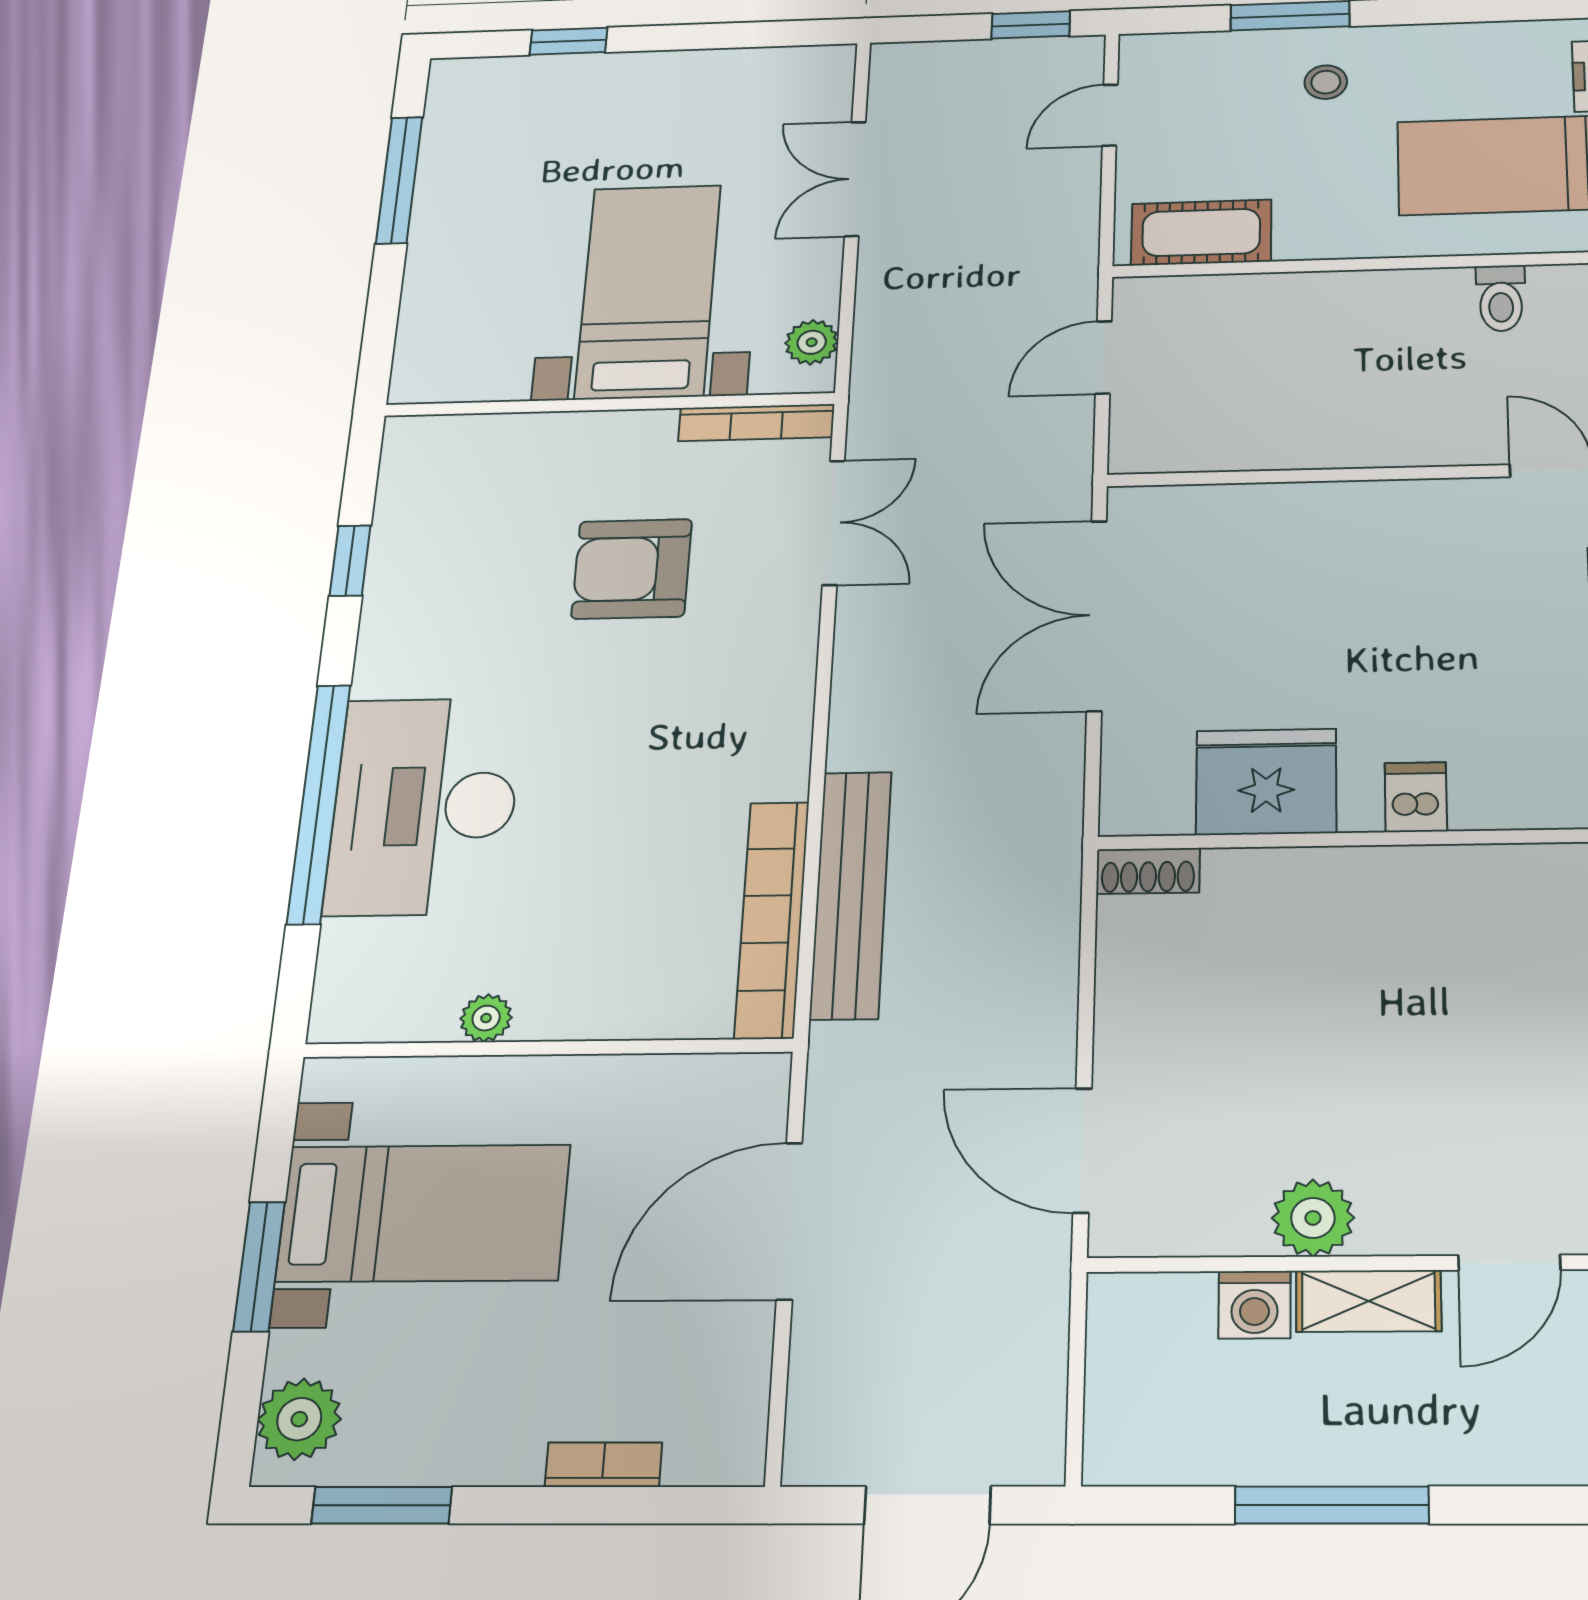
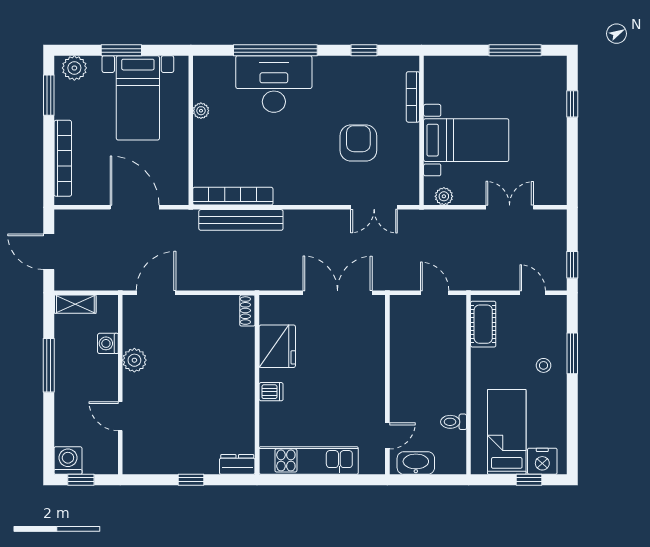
bookcase: (756, 423) -> (413, 97), moved
shelving: (1369, 1301) -> (75, 304), moved, turned 90
bookcase: (603, 1465) -> (63, 158), width x2.31, depth x1.31

